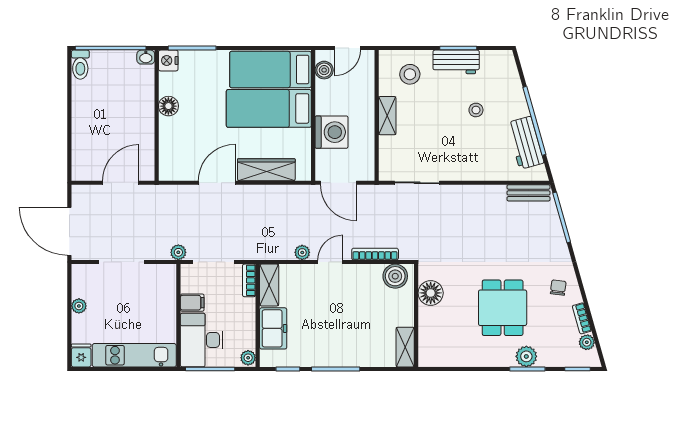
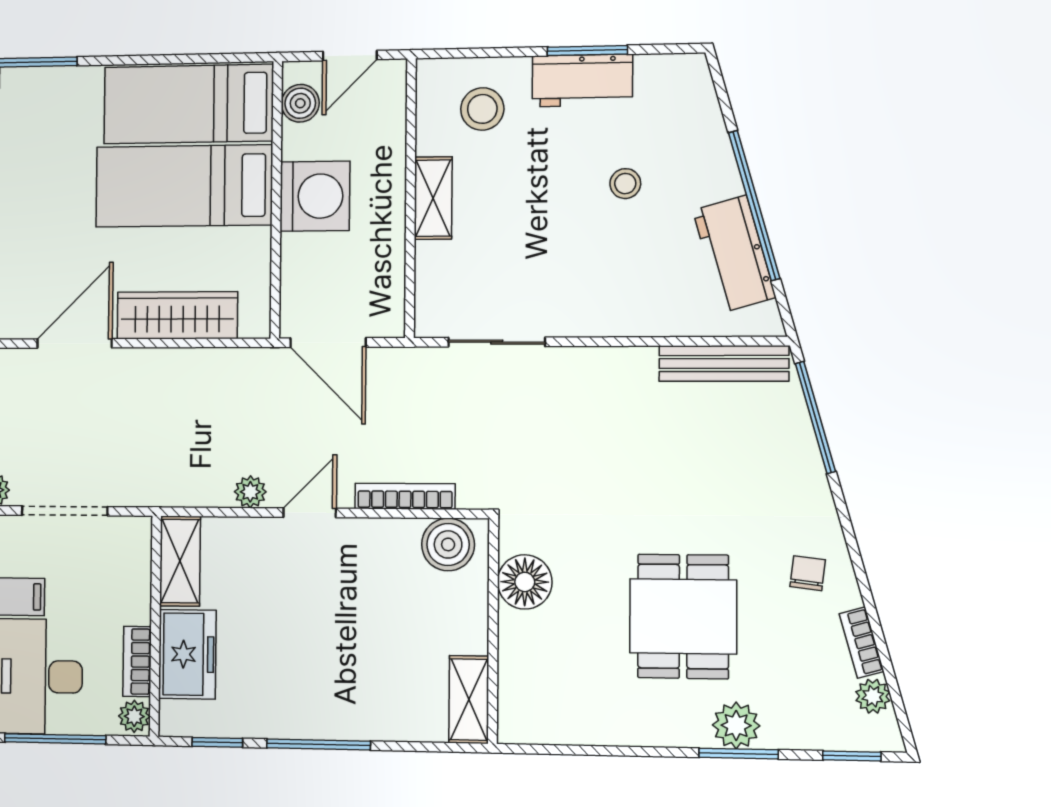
washing machine: (332, 132) -> (315, 196), moved
bench: (529, 193) -> (724, 364), width x1.36
bookcase: (249, 280) -> (137, 661), moved

